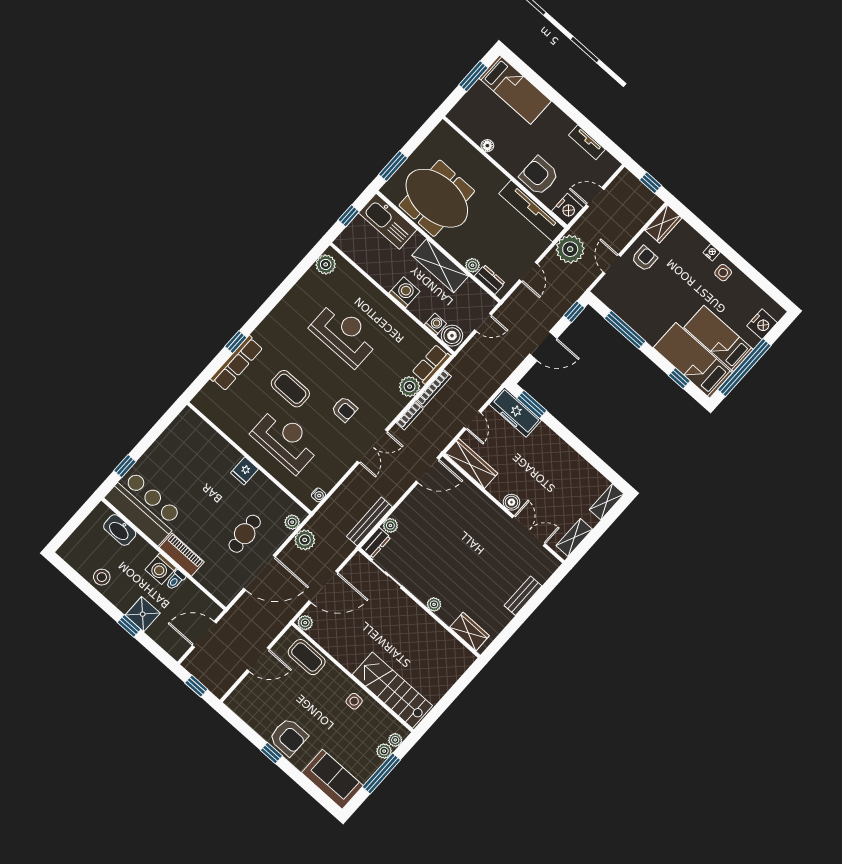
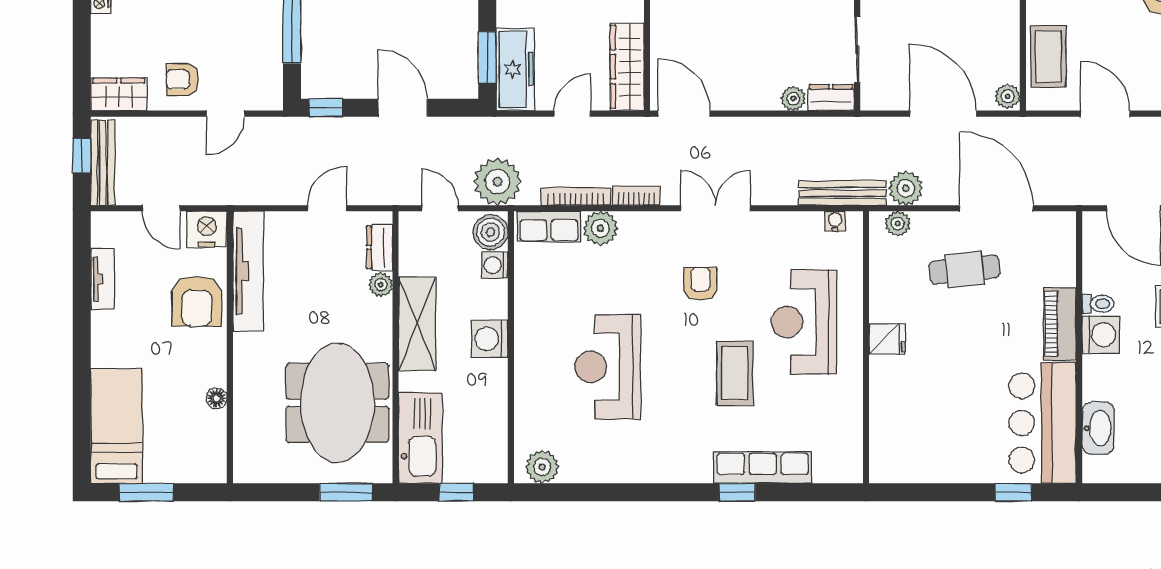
bench: (639, 189) -> (103, 163), added
plant: (570, 249) -> (497, 182), moved
bench: (369, 522) -> (843, 193), moved

